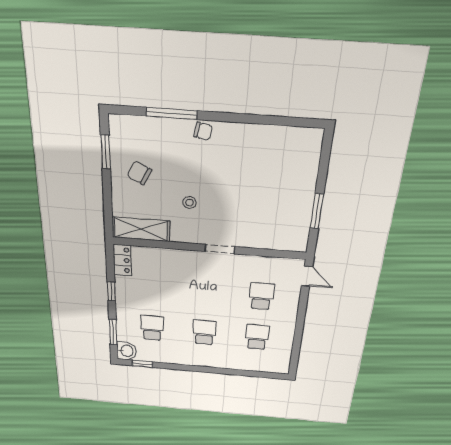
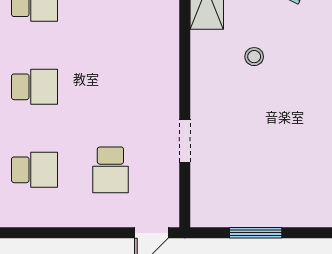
doorway: (220, 249) -> (185, 141), moved
school desk: (261, 296) -> (110, 170), turned 90

